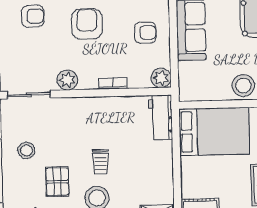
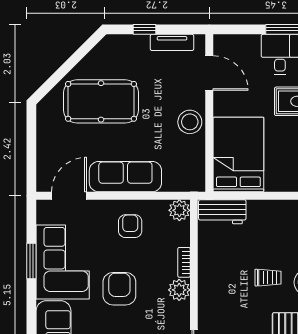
armchair: (87, 24) -> (119, 289), turned 90
plant: (67, 80) -> (179, 290), moved

